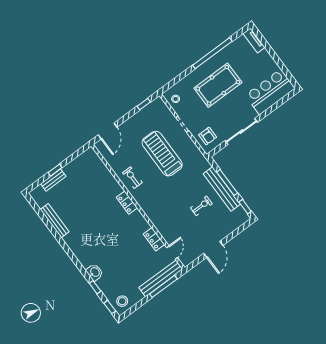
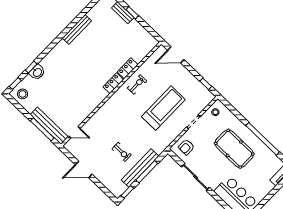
bench: (55, 221) -> (77, 29), moved
locker: (154, 239) -> (128, 68), moved
washbasin: (95, 272) -> (37, 72), moved

